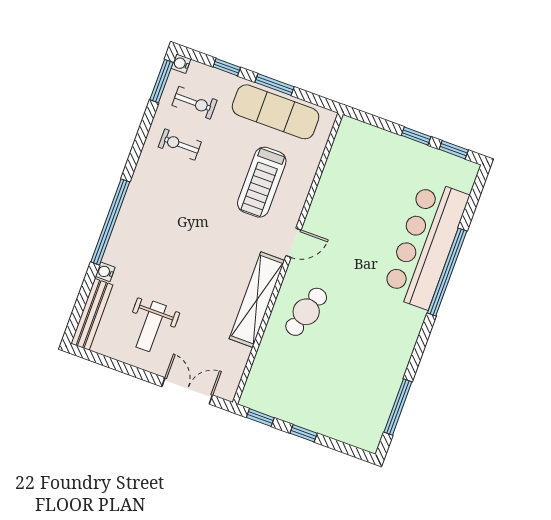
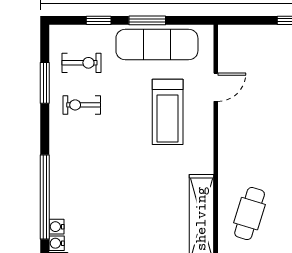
water cooler: (181, 64) -> (57, 227), moved
window: (161, 81) -> (45, 83), moved
door: (293, 243) -> (216, 87), moved

